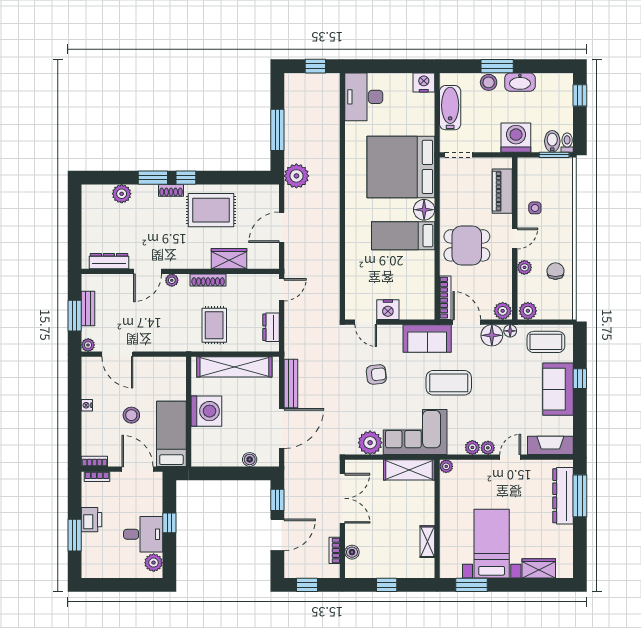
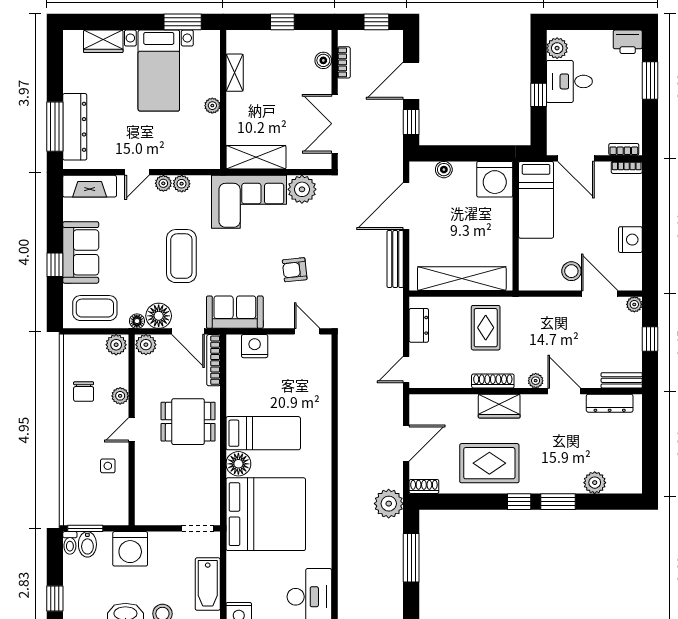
shoe rack: (171, 190) -> (424, 486), moved
piano: (502, 191) -> (146, 486), removed
wardrobe: (229, 259) -> (499, 406), moved
door: (147, 271) -> (564, 391), hinge flipped
bench: (88, 309) -> (622, 380), moved, turned 90
nightstand: (388, 310) -> (255, 346), moved
window: (75, 316) -> (650, 339), width x0.67
coffee table: (449, 383) -> (181, 256), moved, turned 90
nightstand: (87, 405) -> (630, 240), width x1.89, depth x1.79
washing machine: (206, 411) -> (495, 179), moved, turned -90
stool: (131, 415) -> (571, 271), moved
plant: (446, 466) -> (212, 106), moved
printer: (92, 520) -> (628, 42), moved, turned -90

